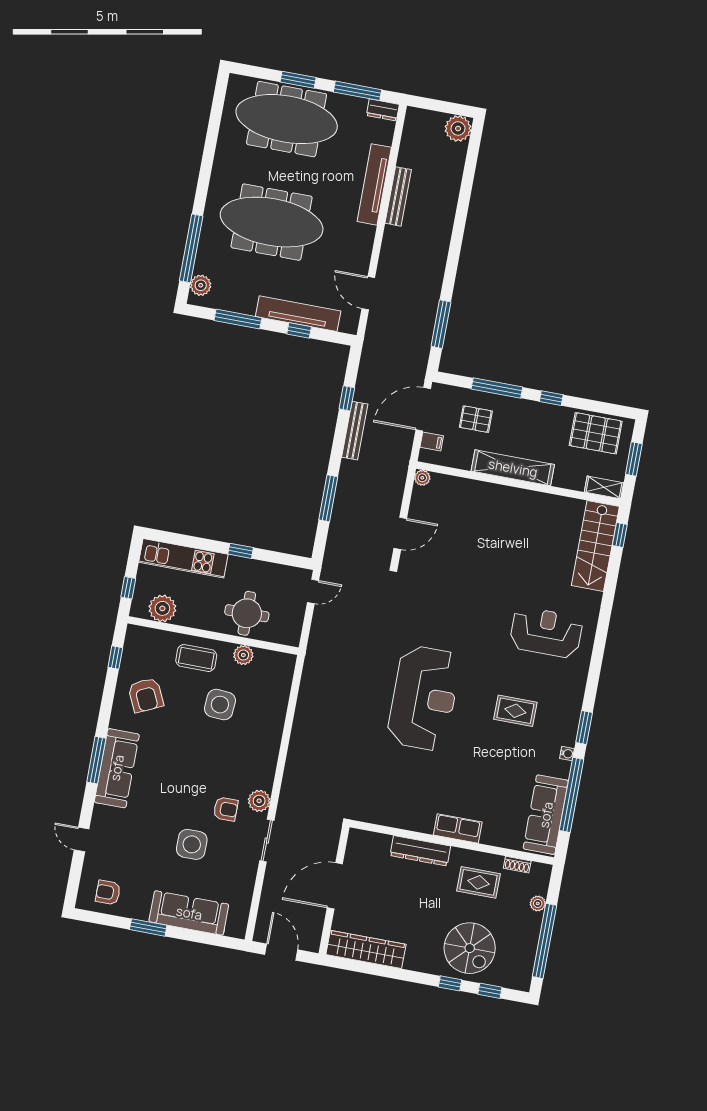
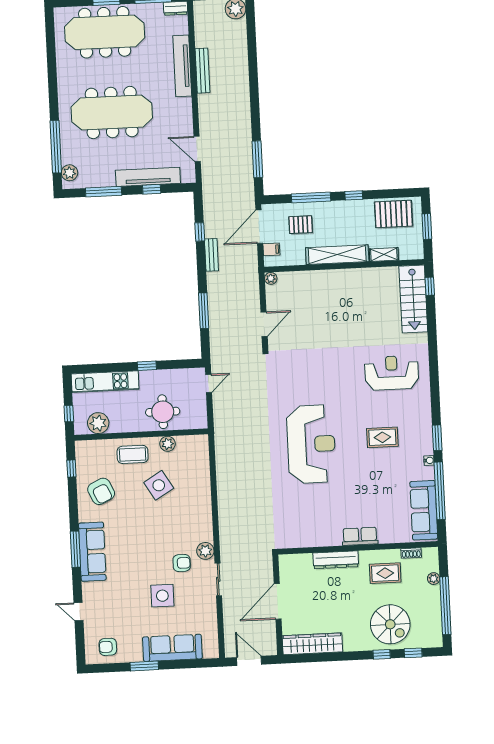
bench: (355, 431) -> (211, 255), width x0.73
shelving: (604, 487) -> (384, 254), moved
side table: (220, 705) -> (159, 485), turned -35

